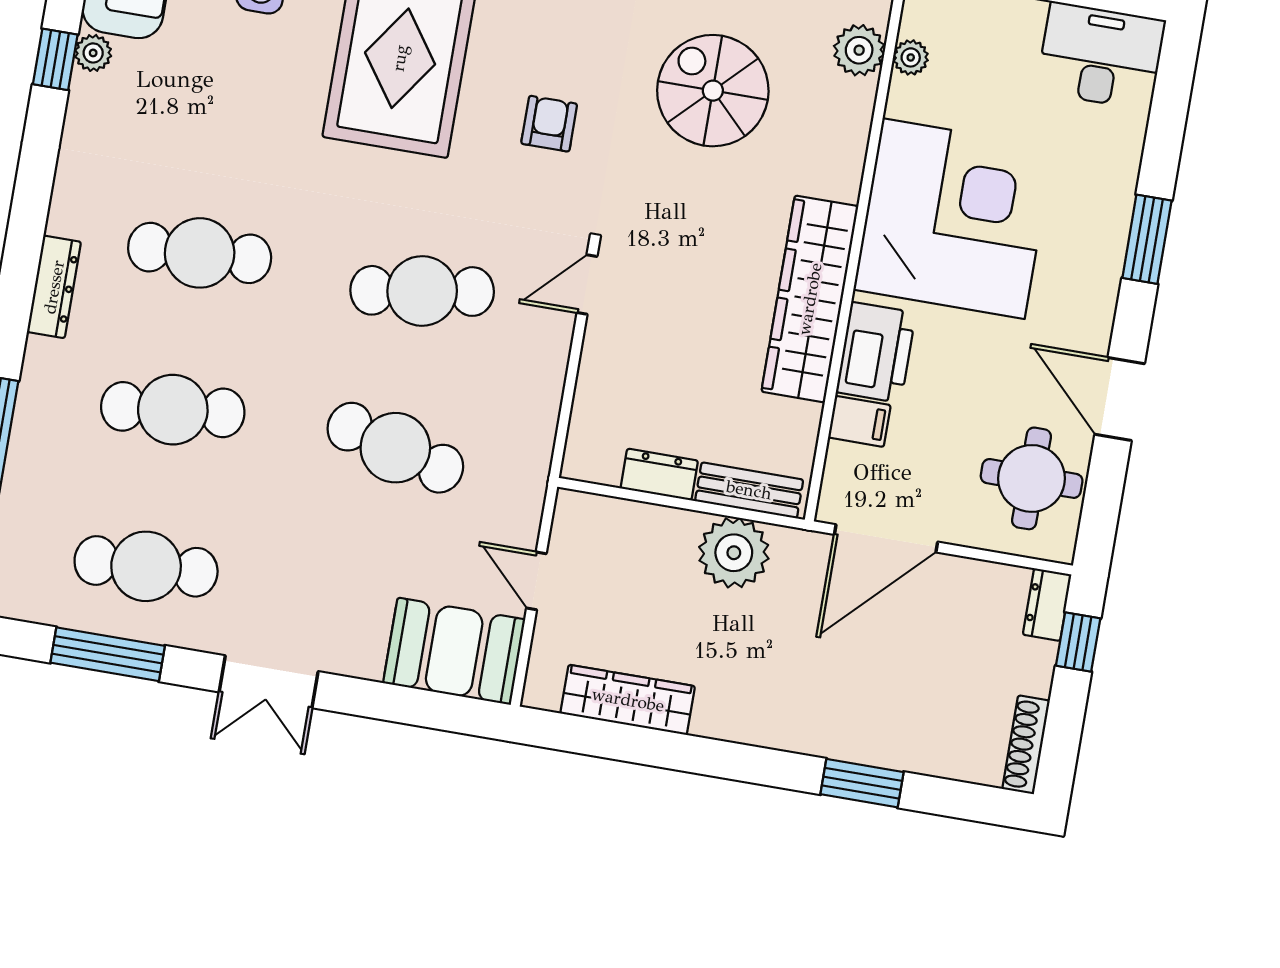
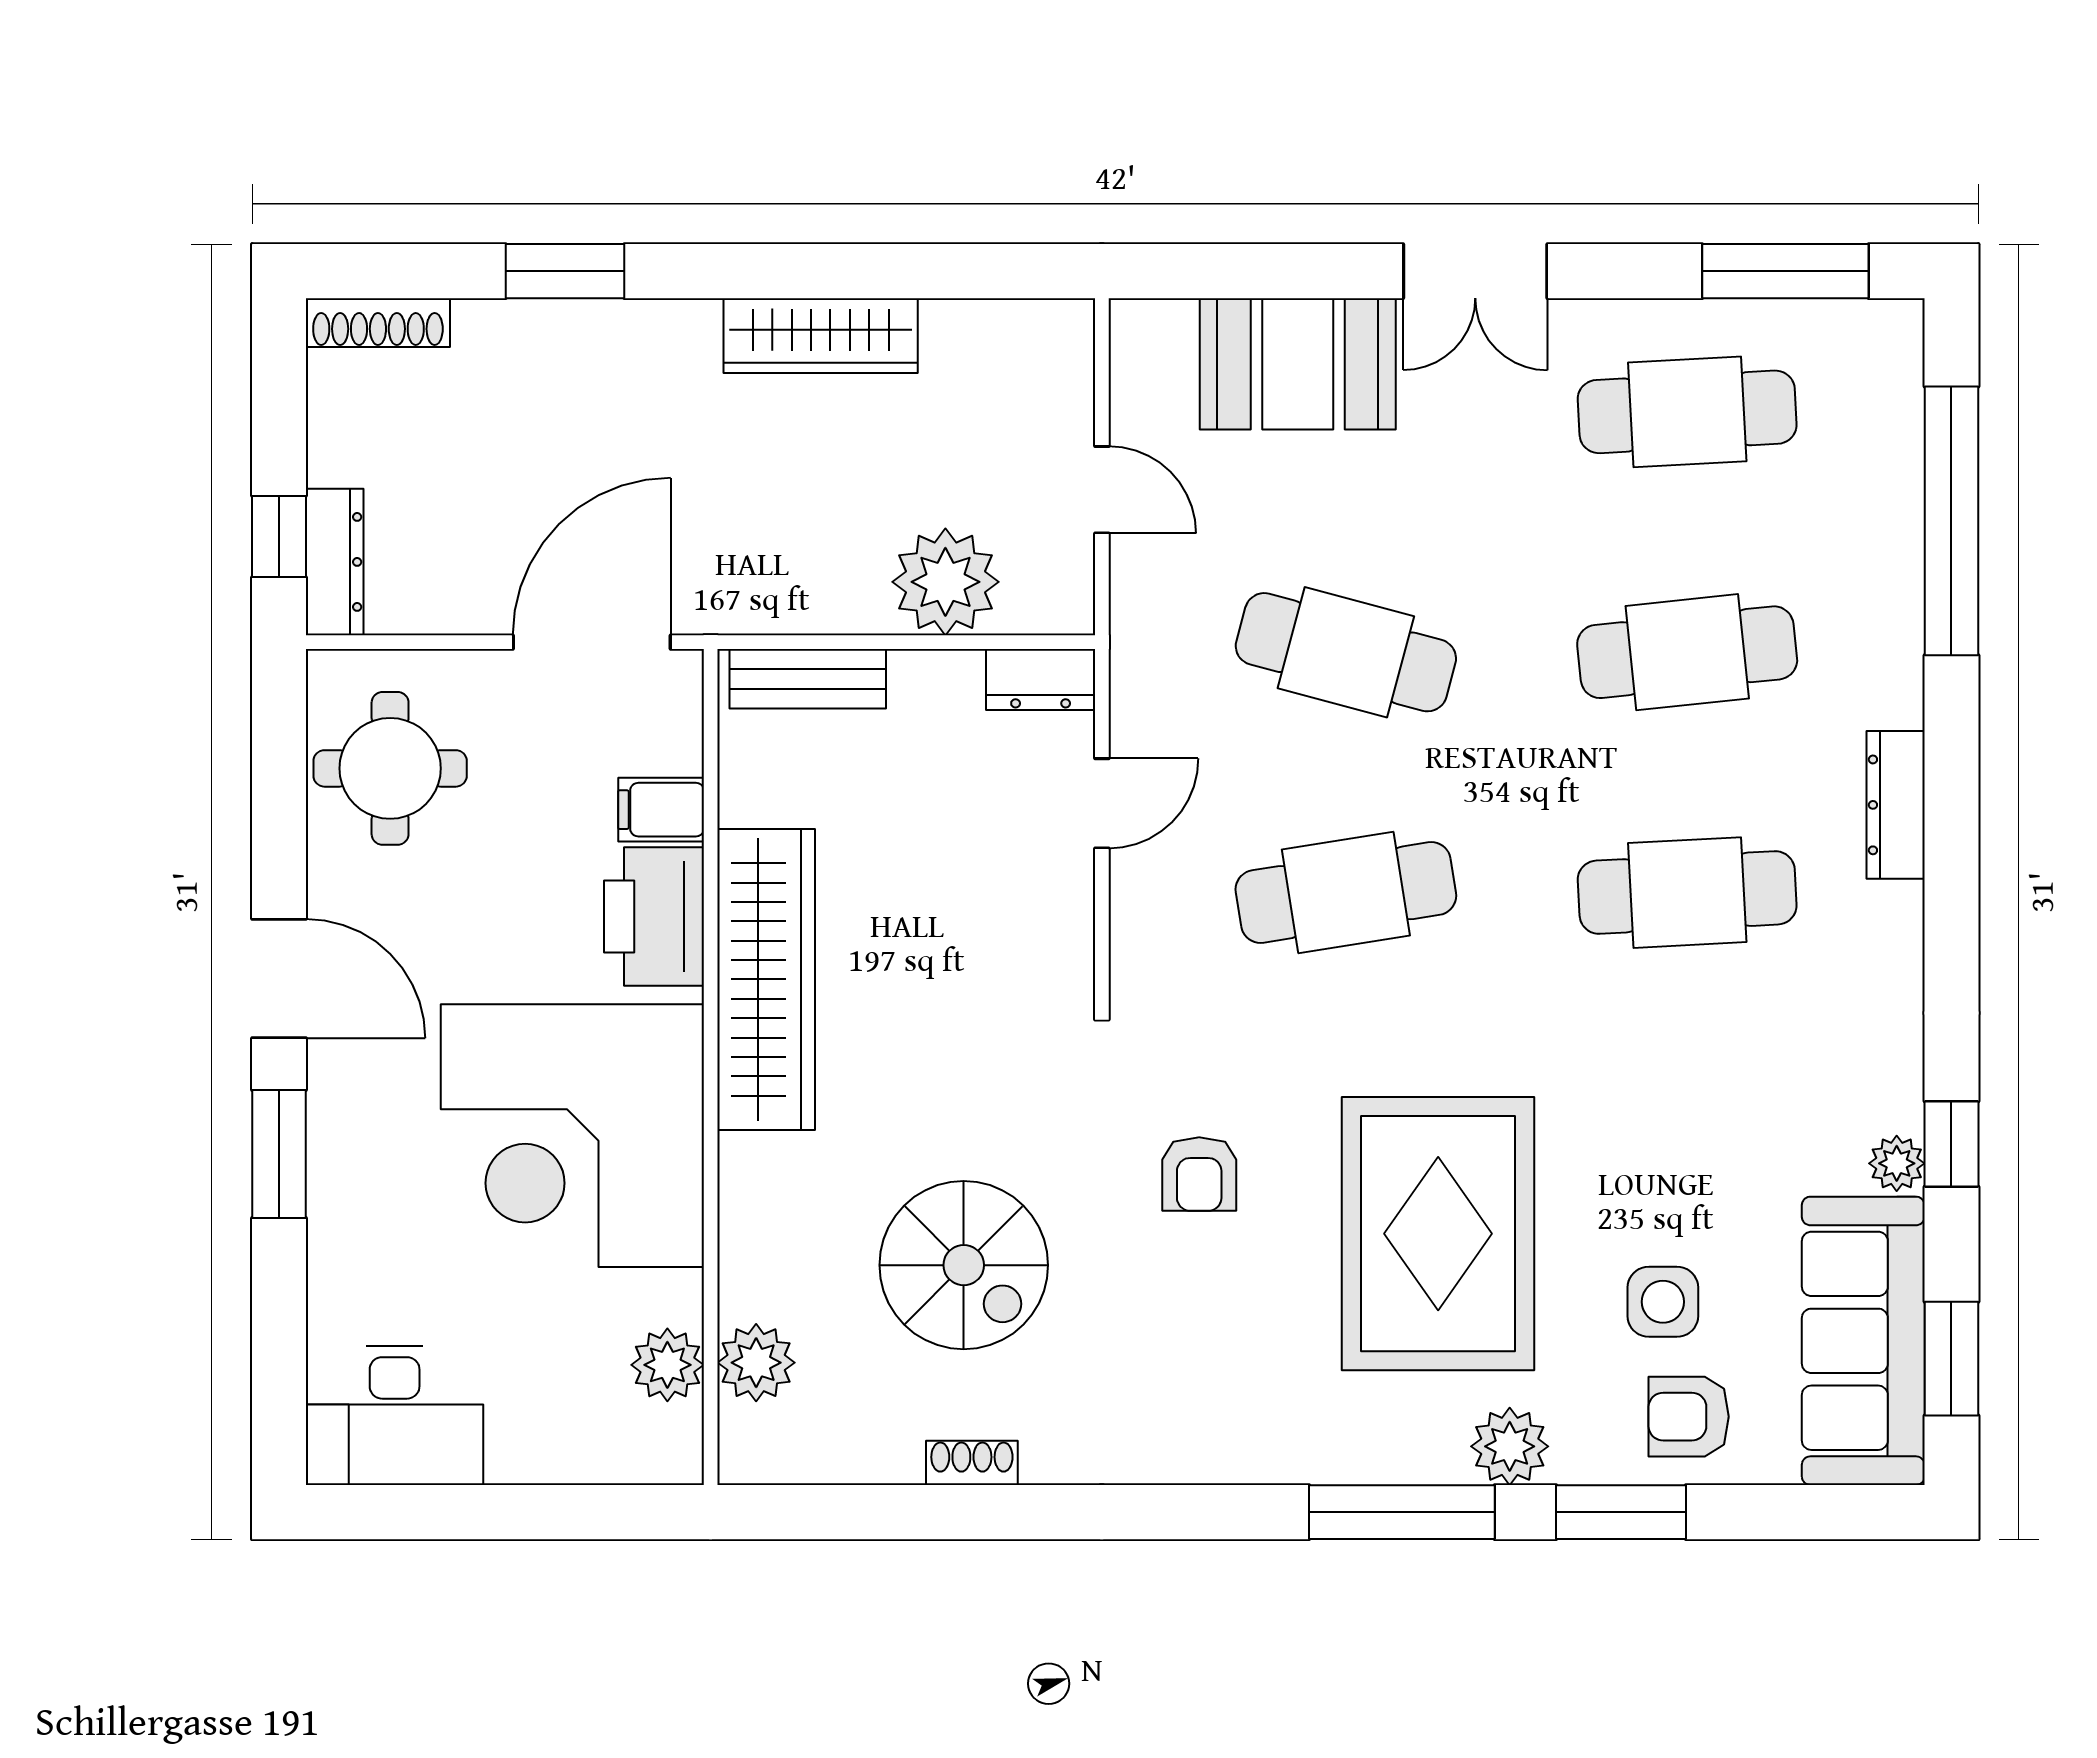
plant: (911, 57) -> (667, 1365), width x1.38, depth x1.38
door: (587, 285) -> (1102, 803), moved
door: (1120, 399) -> (279, 979), moved
dresser: (659, 474) -> (1041, 679), moved
plant: (734, 553) -> (945, 582), moved
dresser: (1047, 605) -> (335, 562), width x1.44
booth: (454, 651) -> (1298, 364), moved
window: (108, 654) -> (1785, 271), moved
double door: (269, 682) -> (1475, 271), swing flipped
wardrobe: (628, 700) -> (821, 336), moved
shoe rack: (1026, 745) -> (378, 323), moved, turned 90

